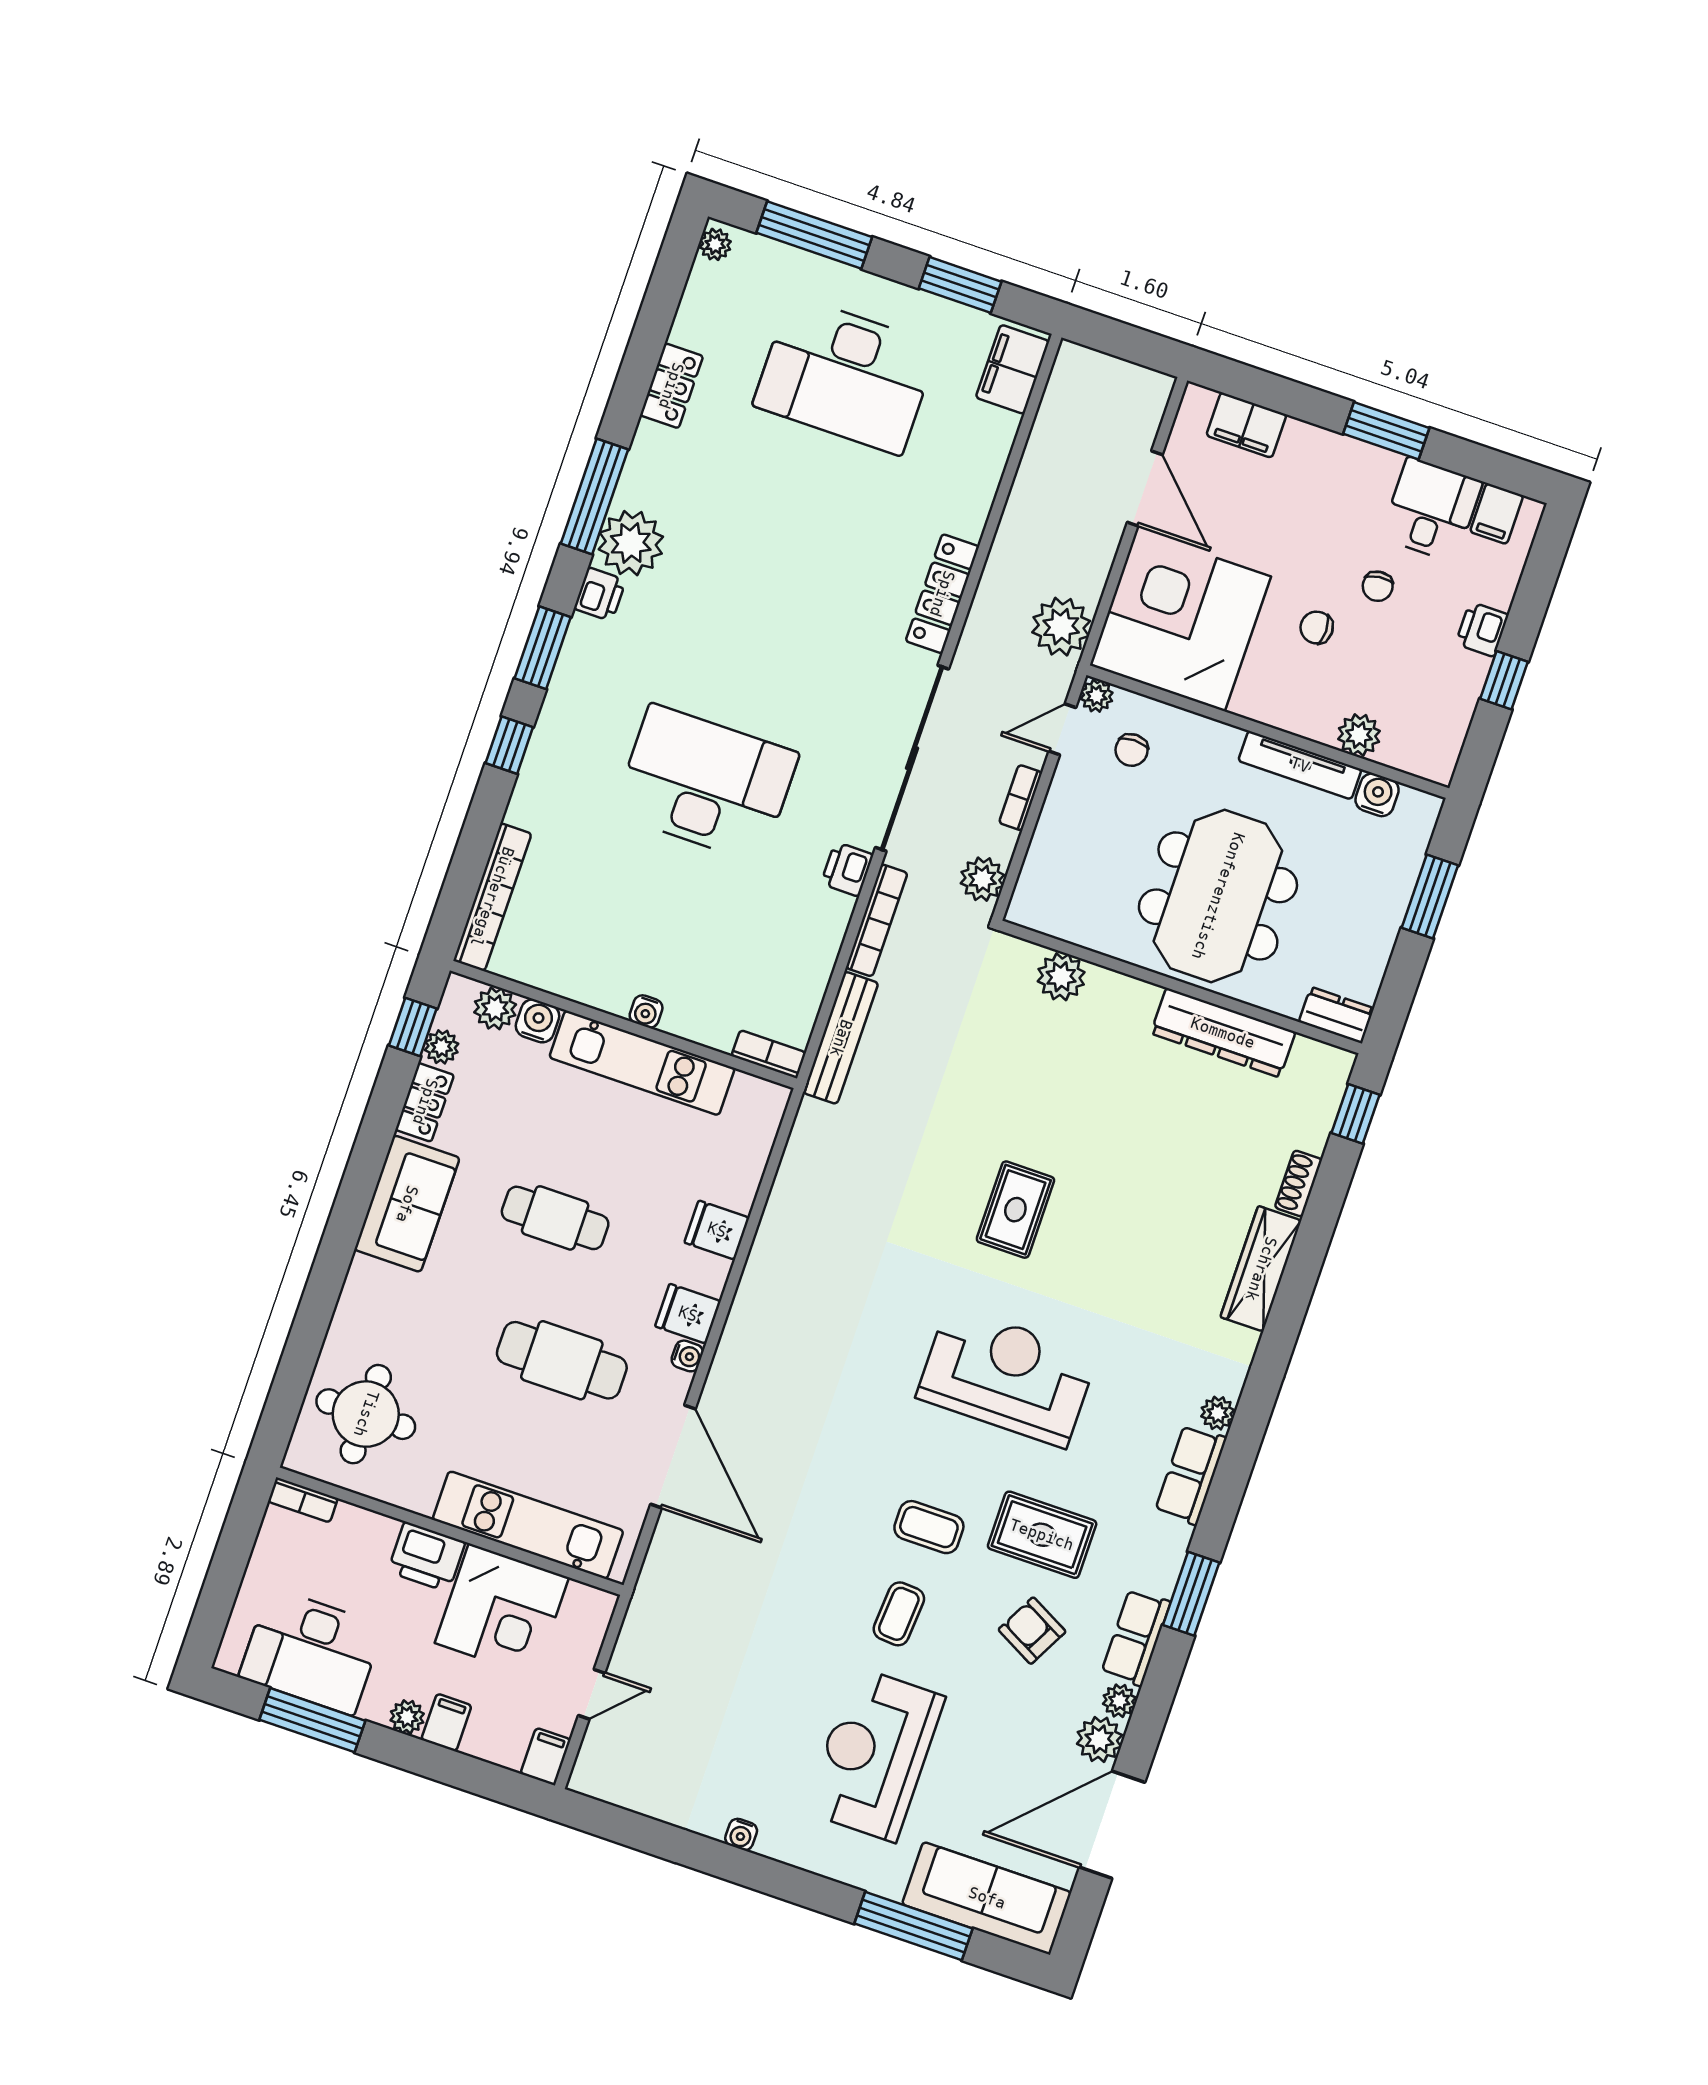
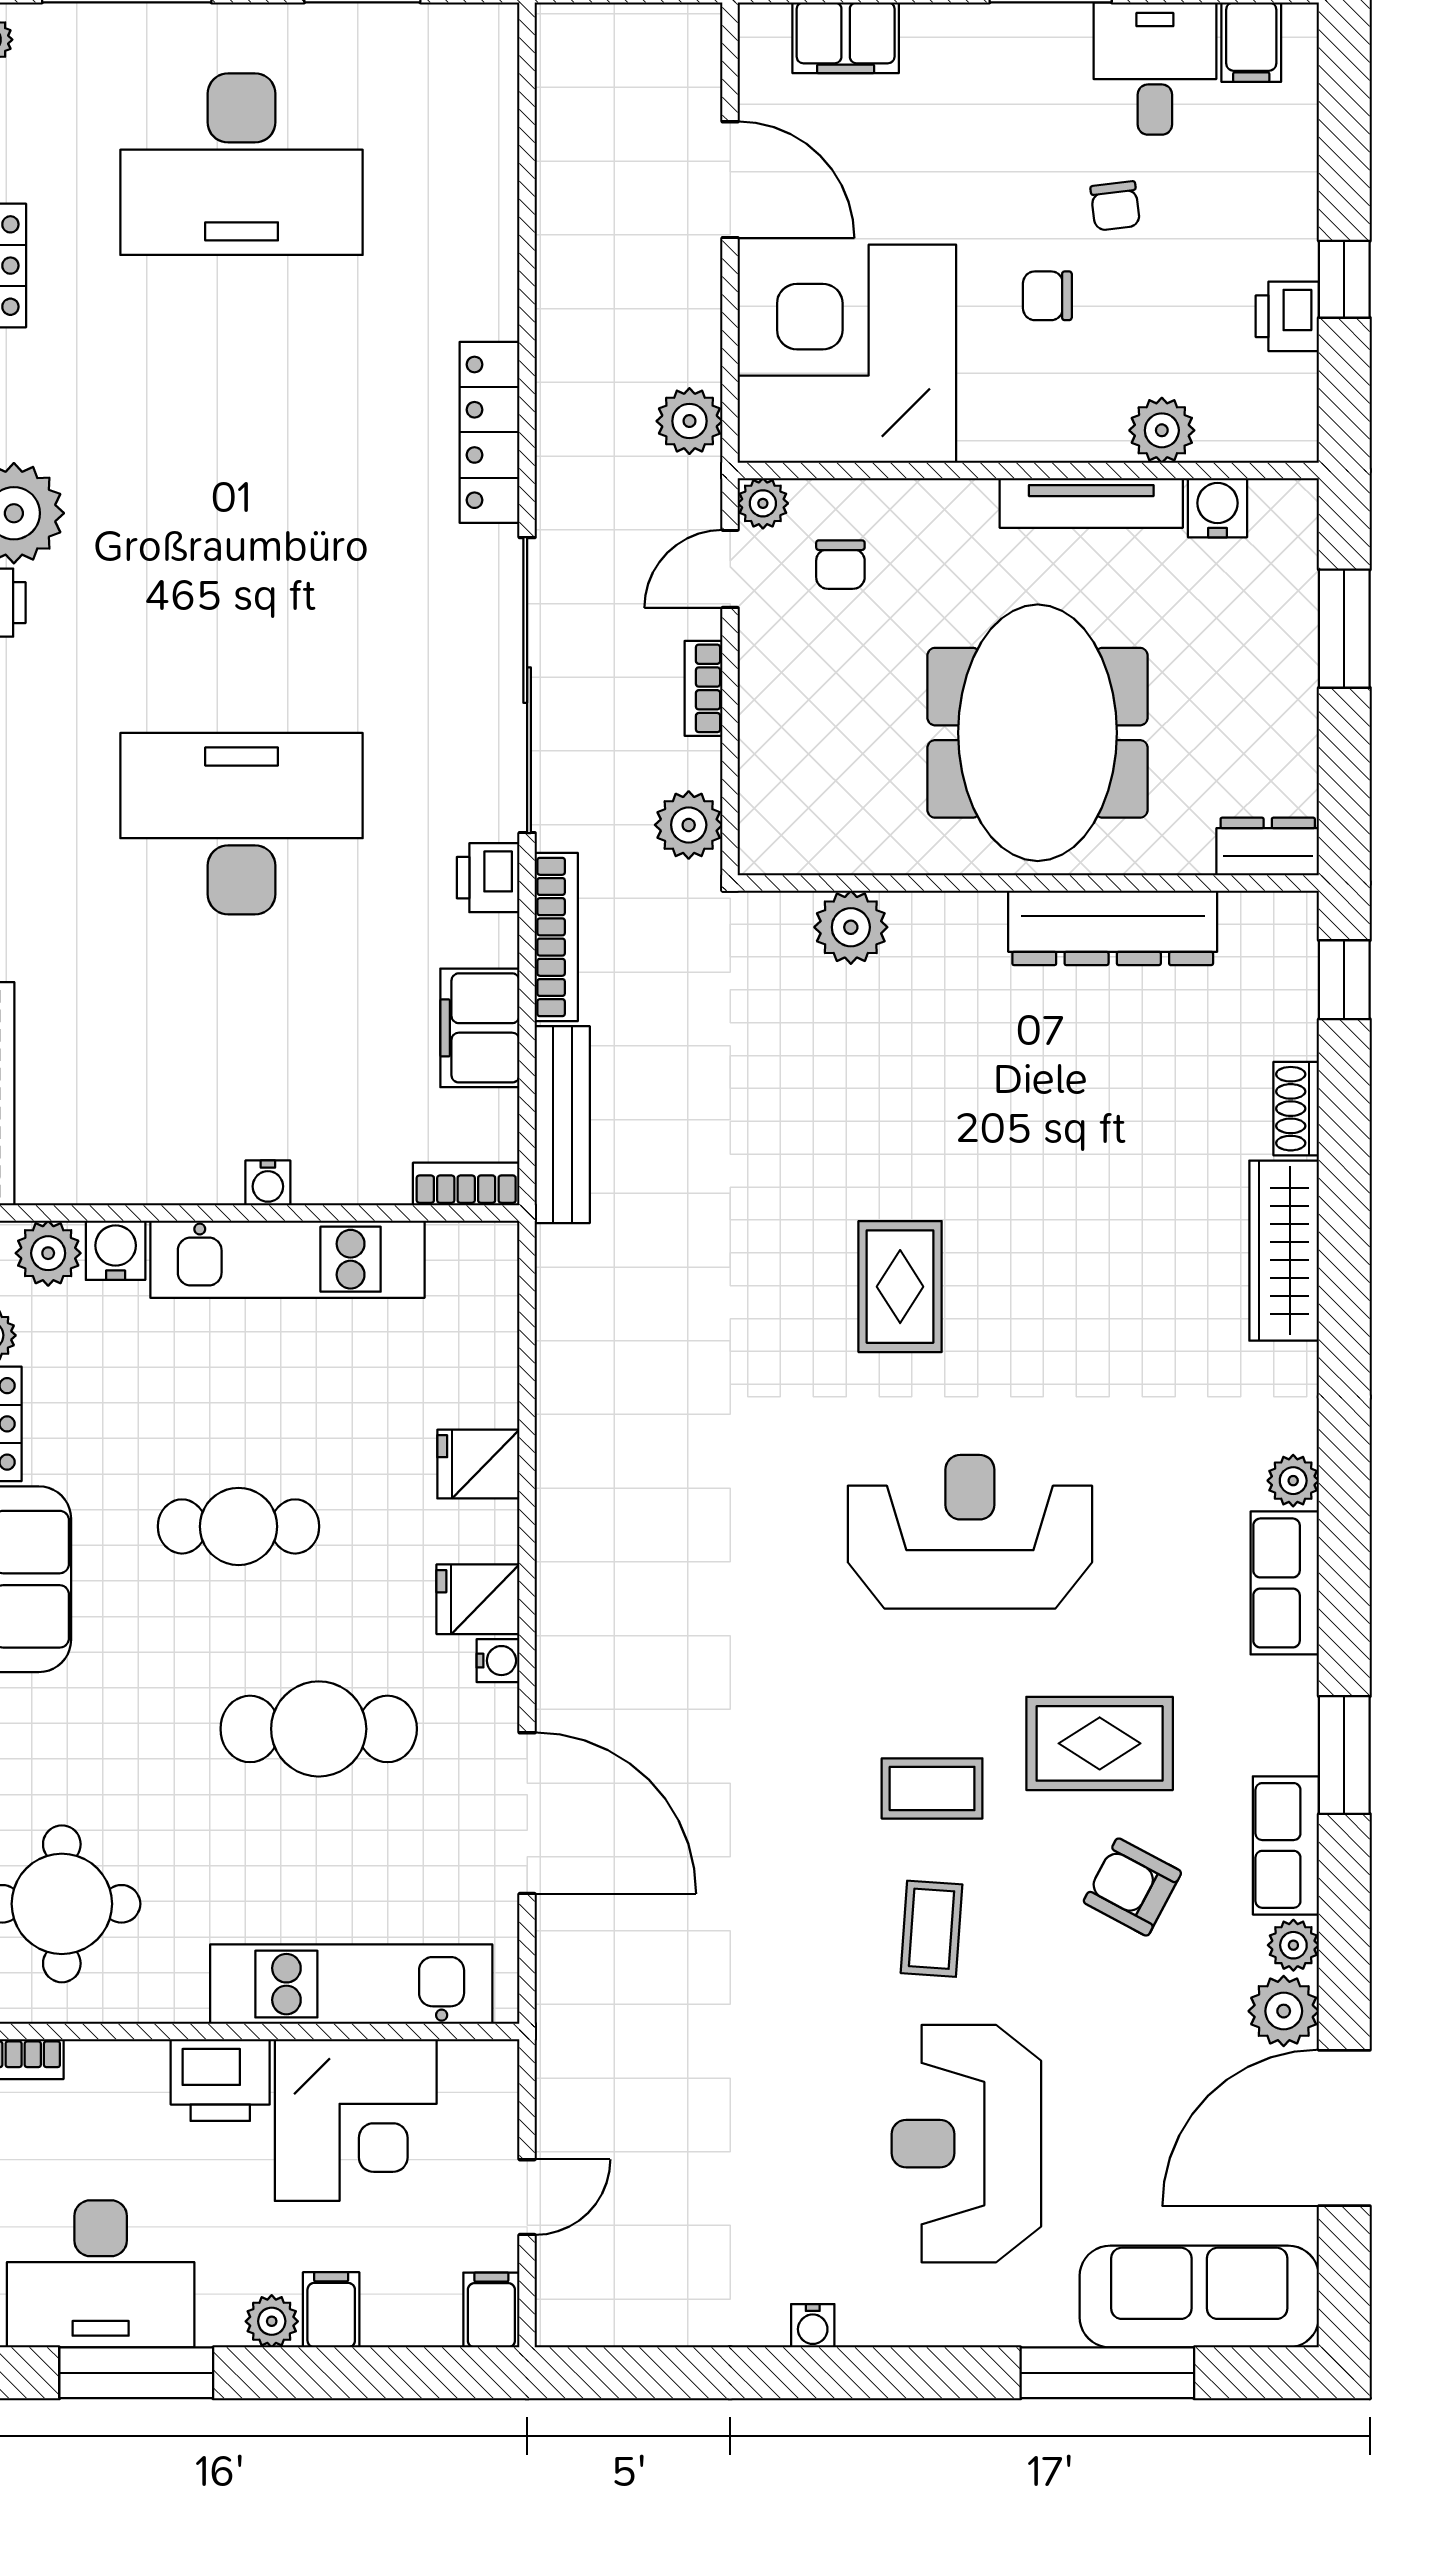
filing cabinet: (1013, 369) -> (480, 1028), moved
plant: (1061, 627) -> (689, 421), width x0.73, depth x0.73
printer: (1482, 629) -> (1287, 316), moved

